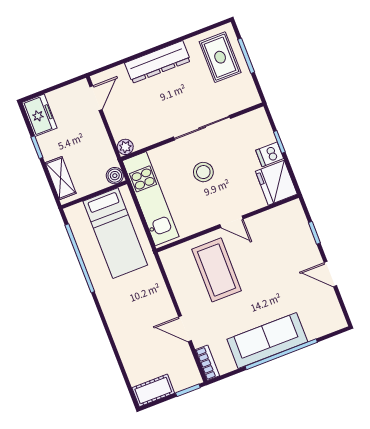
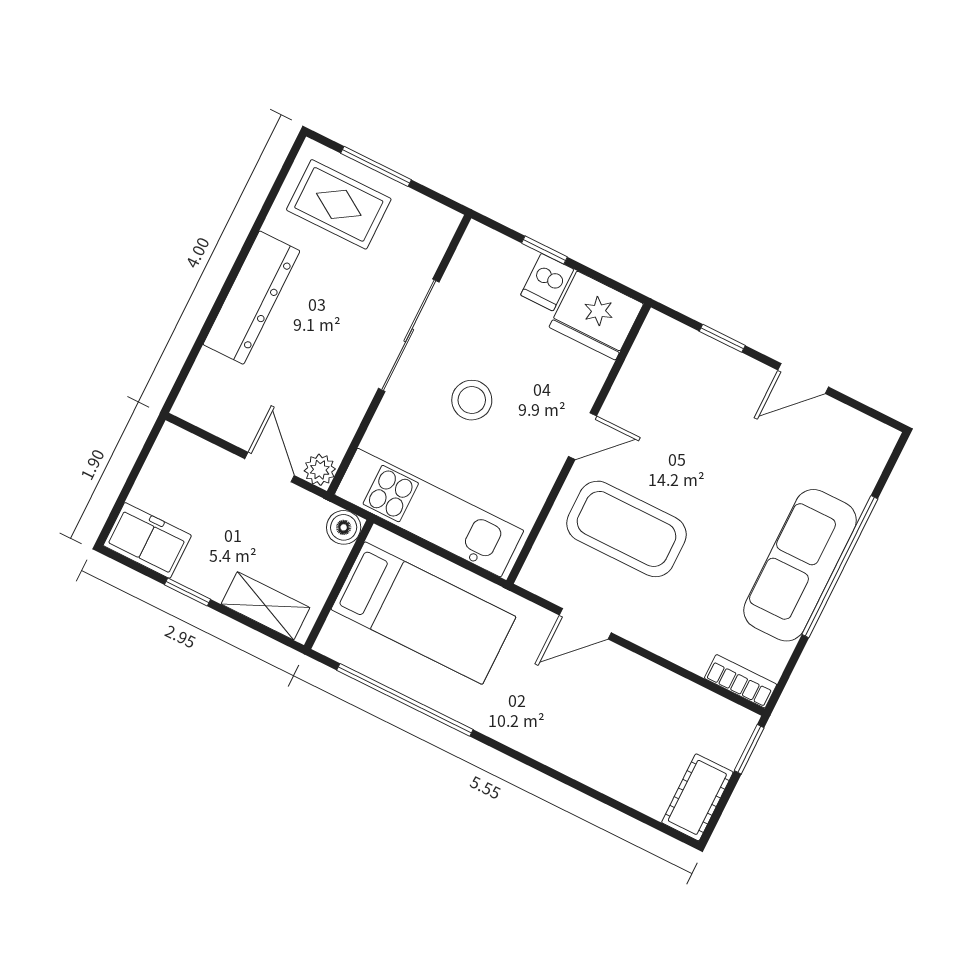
door: (96, 98) -> (269, 467), moved
door: (185, 329) -> (585, 624), moved

